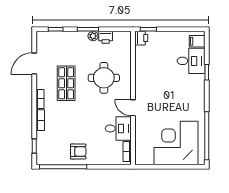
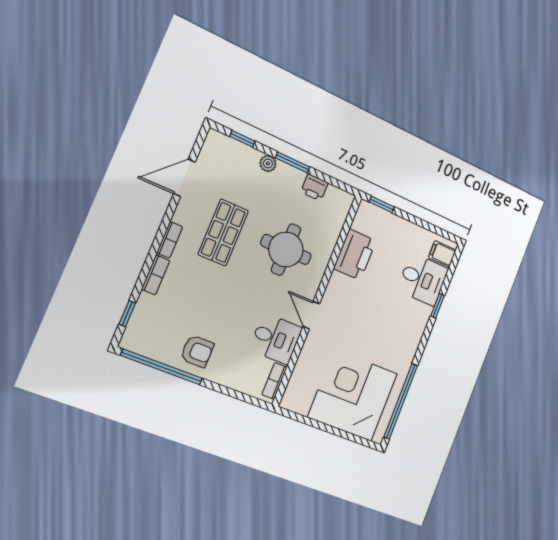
plant: (93, 36) -> (268, 163), moved
printer: (141, 38) -> (355, 255), moved, width x1.87, depth x1.48

